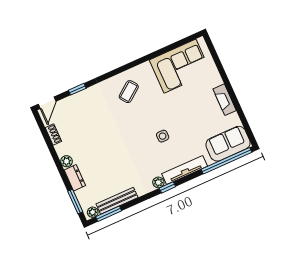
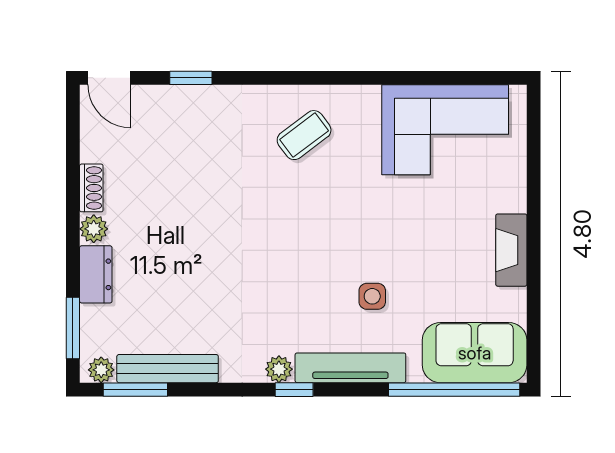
door: (47, 103) -> (109, 78), hinge flipped
shoe rack: (53, 135) -> (91, 188), moved
side table: (163, 136) -> (372, 296), moved

